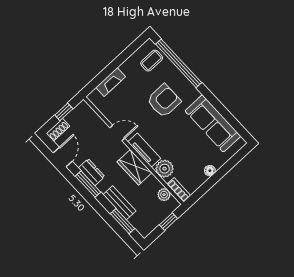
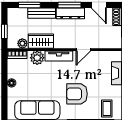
armchair: (164, 101) -> (77, 94), turned 90
wardrobe: (135, 167) -> (41, 41), moved
dresser: (91, 172) -> (70, 13), width x1.44

